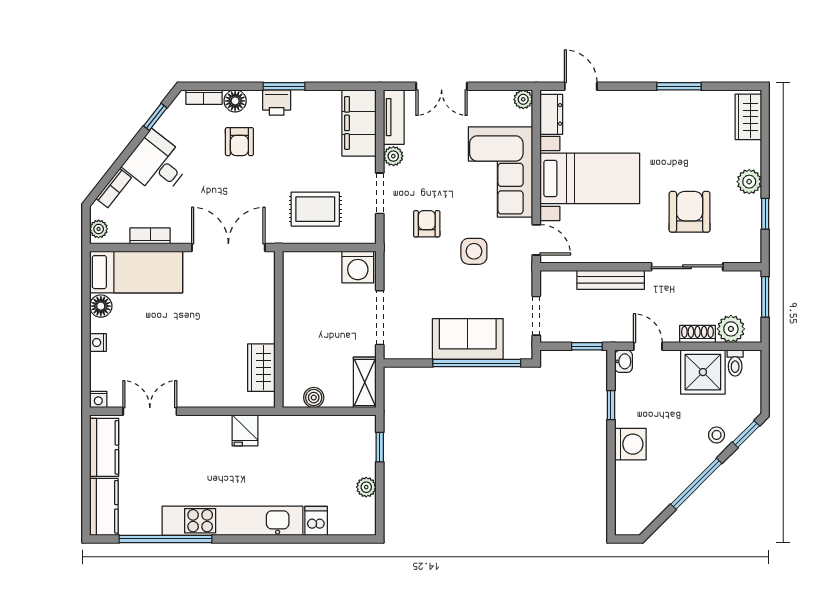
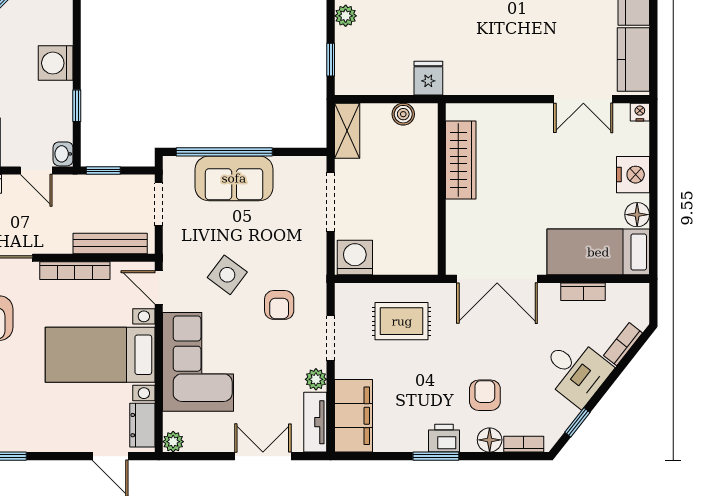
plant: (99, 229) -> (639, 299), removed
side table: (474, 251) -> (227, 275), turned 37
bookcase: (613, 255) -> (75, 271), added
bench: (611, 280) -> (110, 243), moved
nightstand: (98, 343) -> (633, 175), width x1.89, depth x1.79
wardrobe: (261, 368) -> (461, 160), width x1.50
fridge: (245, 430) -> (428, 78), moved

